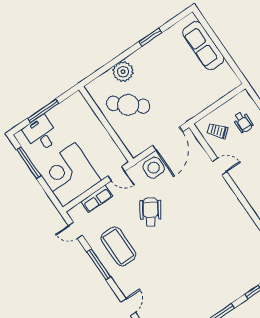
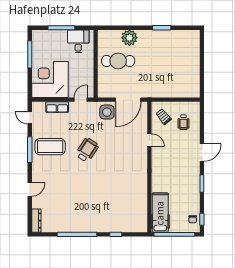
sofa: (203, 46) -> (192, 56), removed
cafe table: (128, 105) -> (118, 61), turned -40
desk: (41, 134) -> (78, 41), moved
door: (116, 174) -> (81, 100), swing flipped
wheelchair: (150, 212) -> (87, 150), moved
coffee table: (118, 246) -> (50, 147), turned 90

